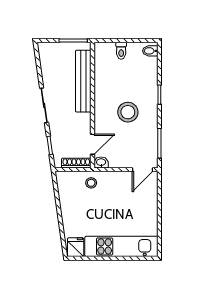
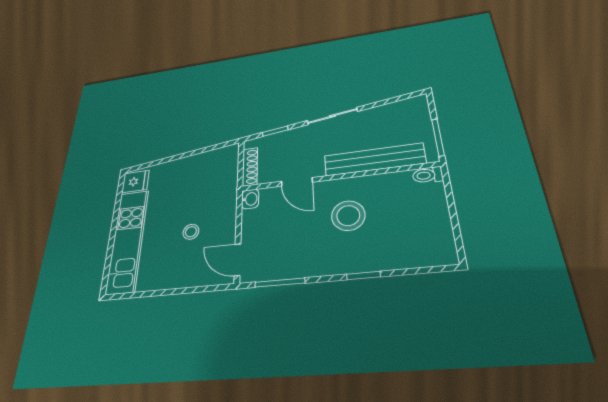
toilet: (121, 51) -> (428, 175), moved
bidet: (150, 51) -> (441, 253), removed
stool: (128, 112) -> (348, 216), moved
door: (93, 144) -> (297, 182), moved
stool: (91, 183) -> (191, 232), moved

